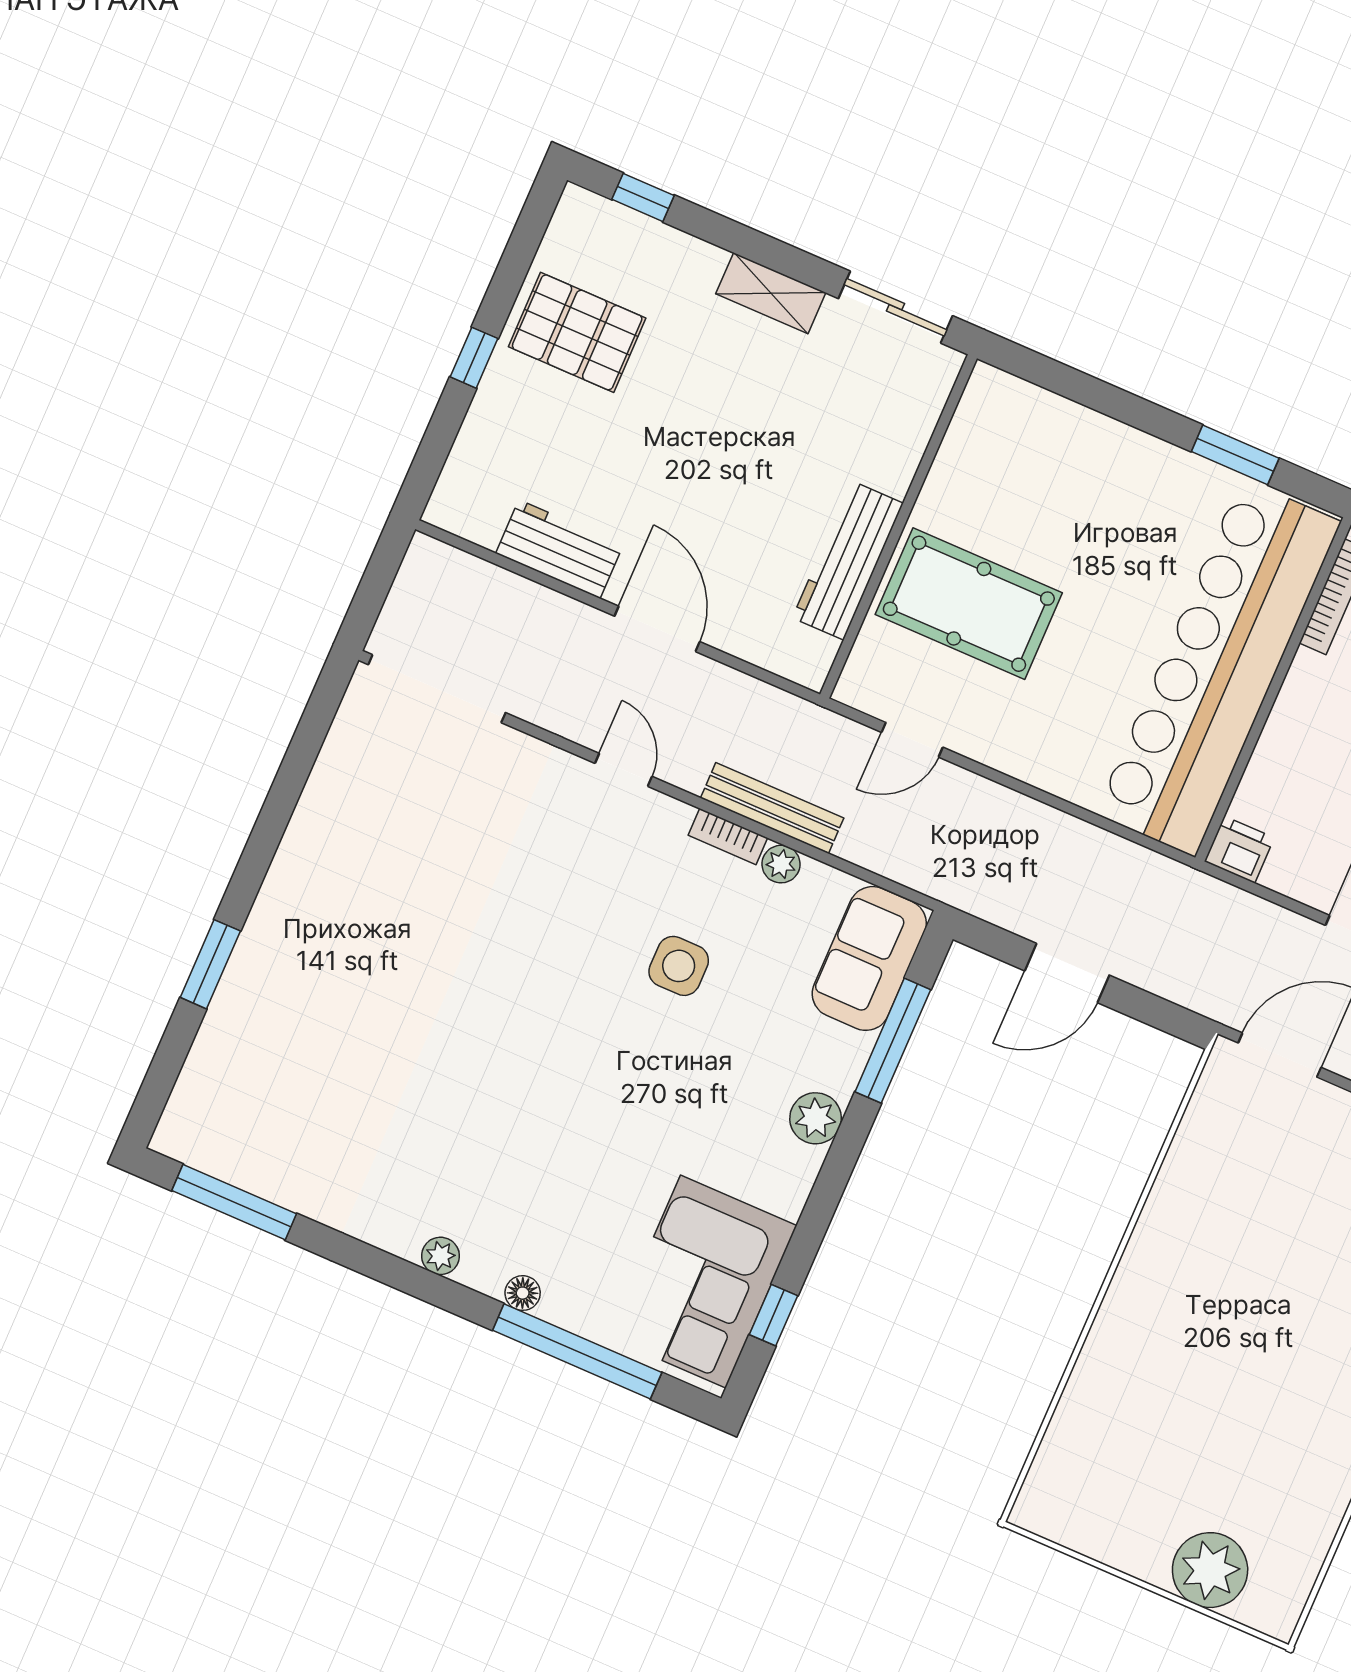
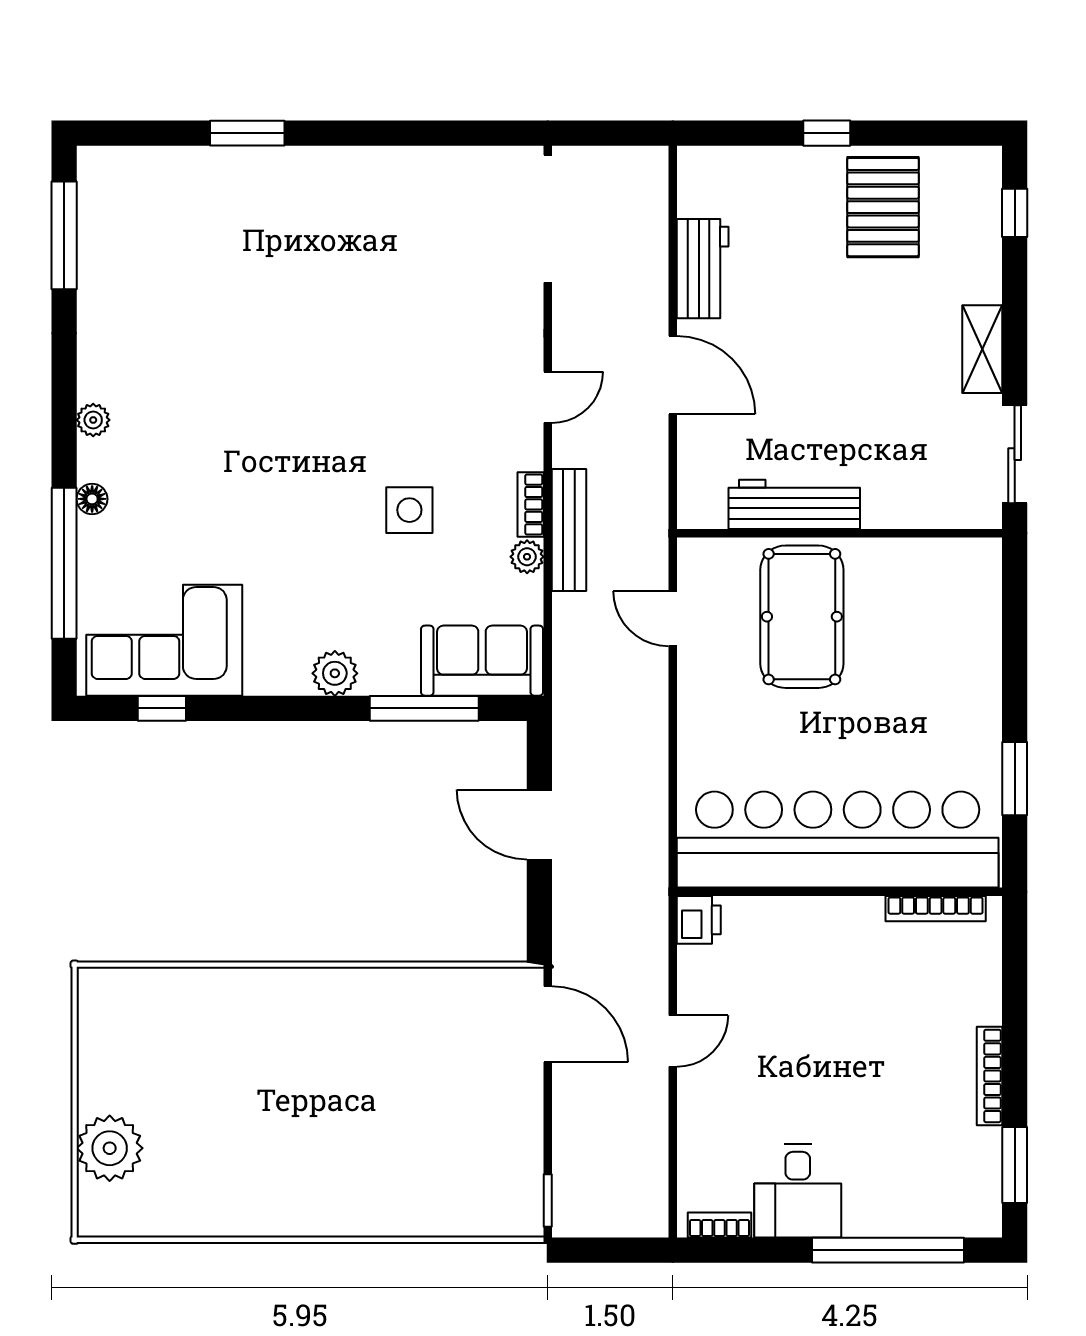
door: (657, 629) -> (673, 375), hinge flipped

